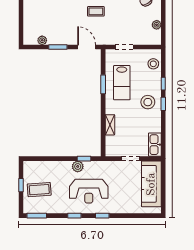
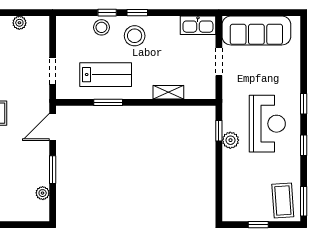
stool: (153, 64) -> (101, 27), moved
coffee table: (39, 190) -> (283, 201), moved

